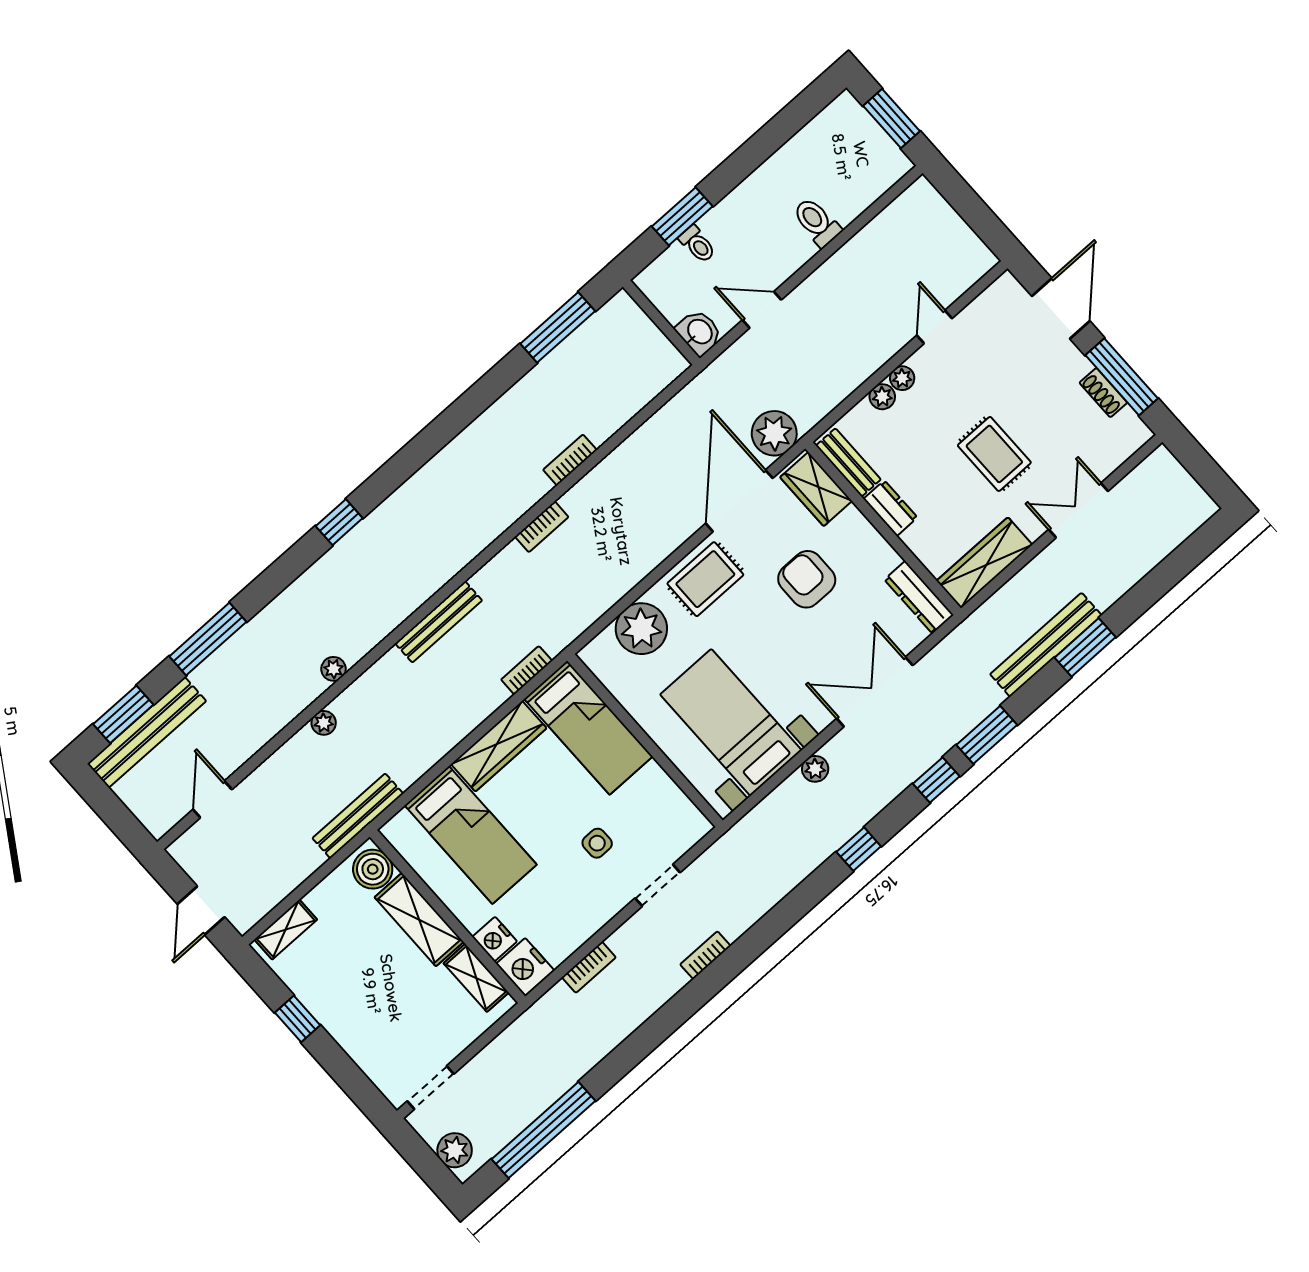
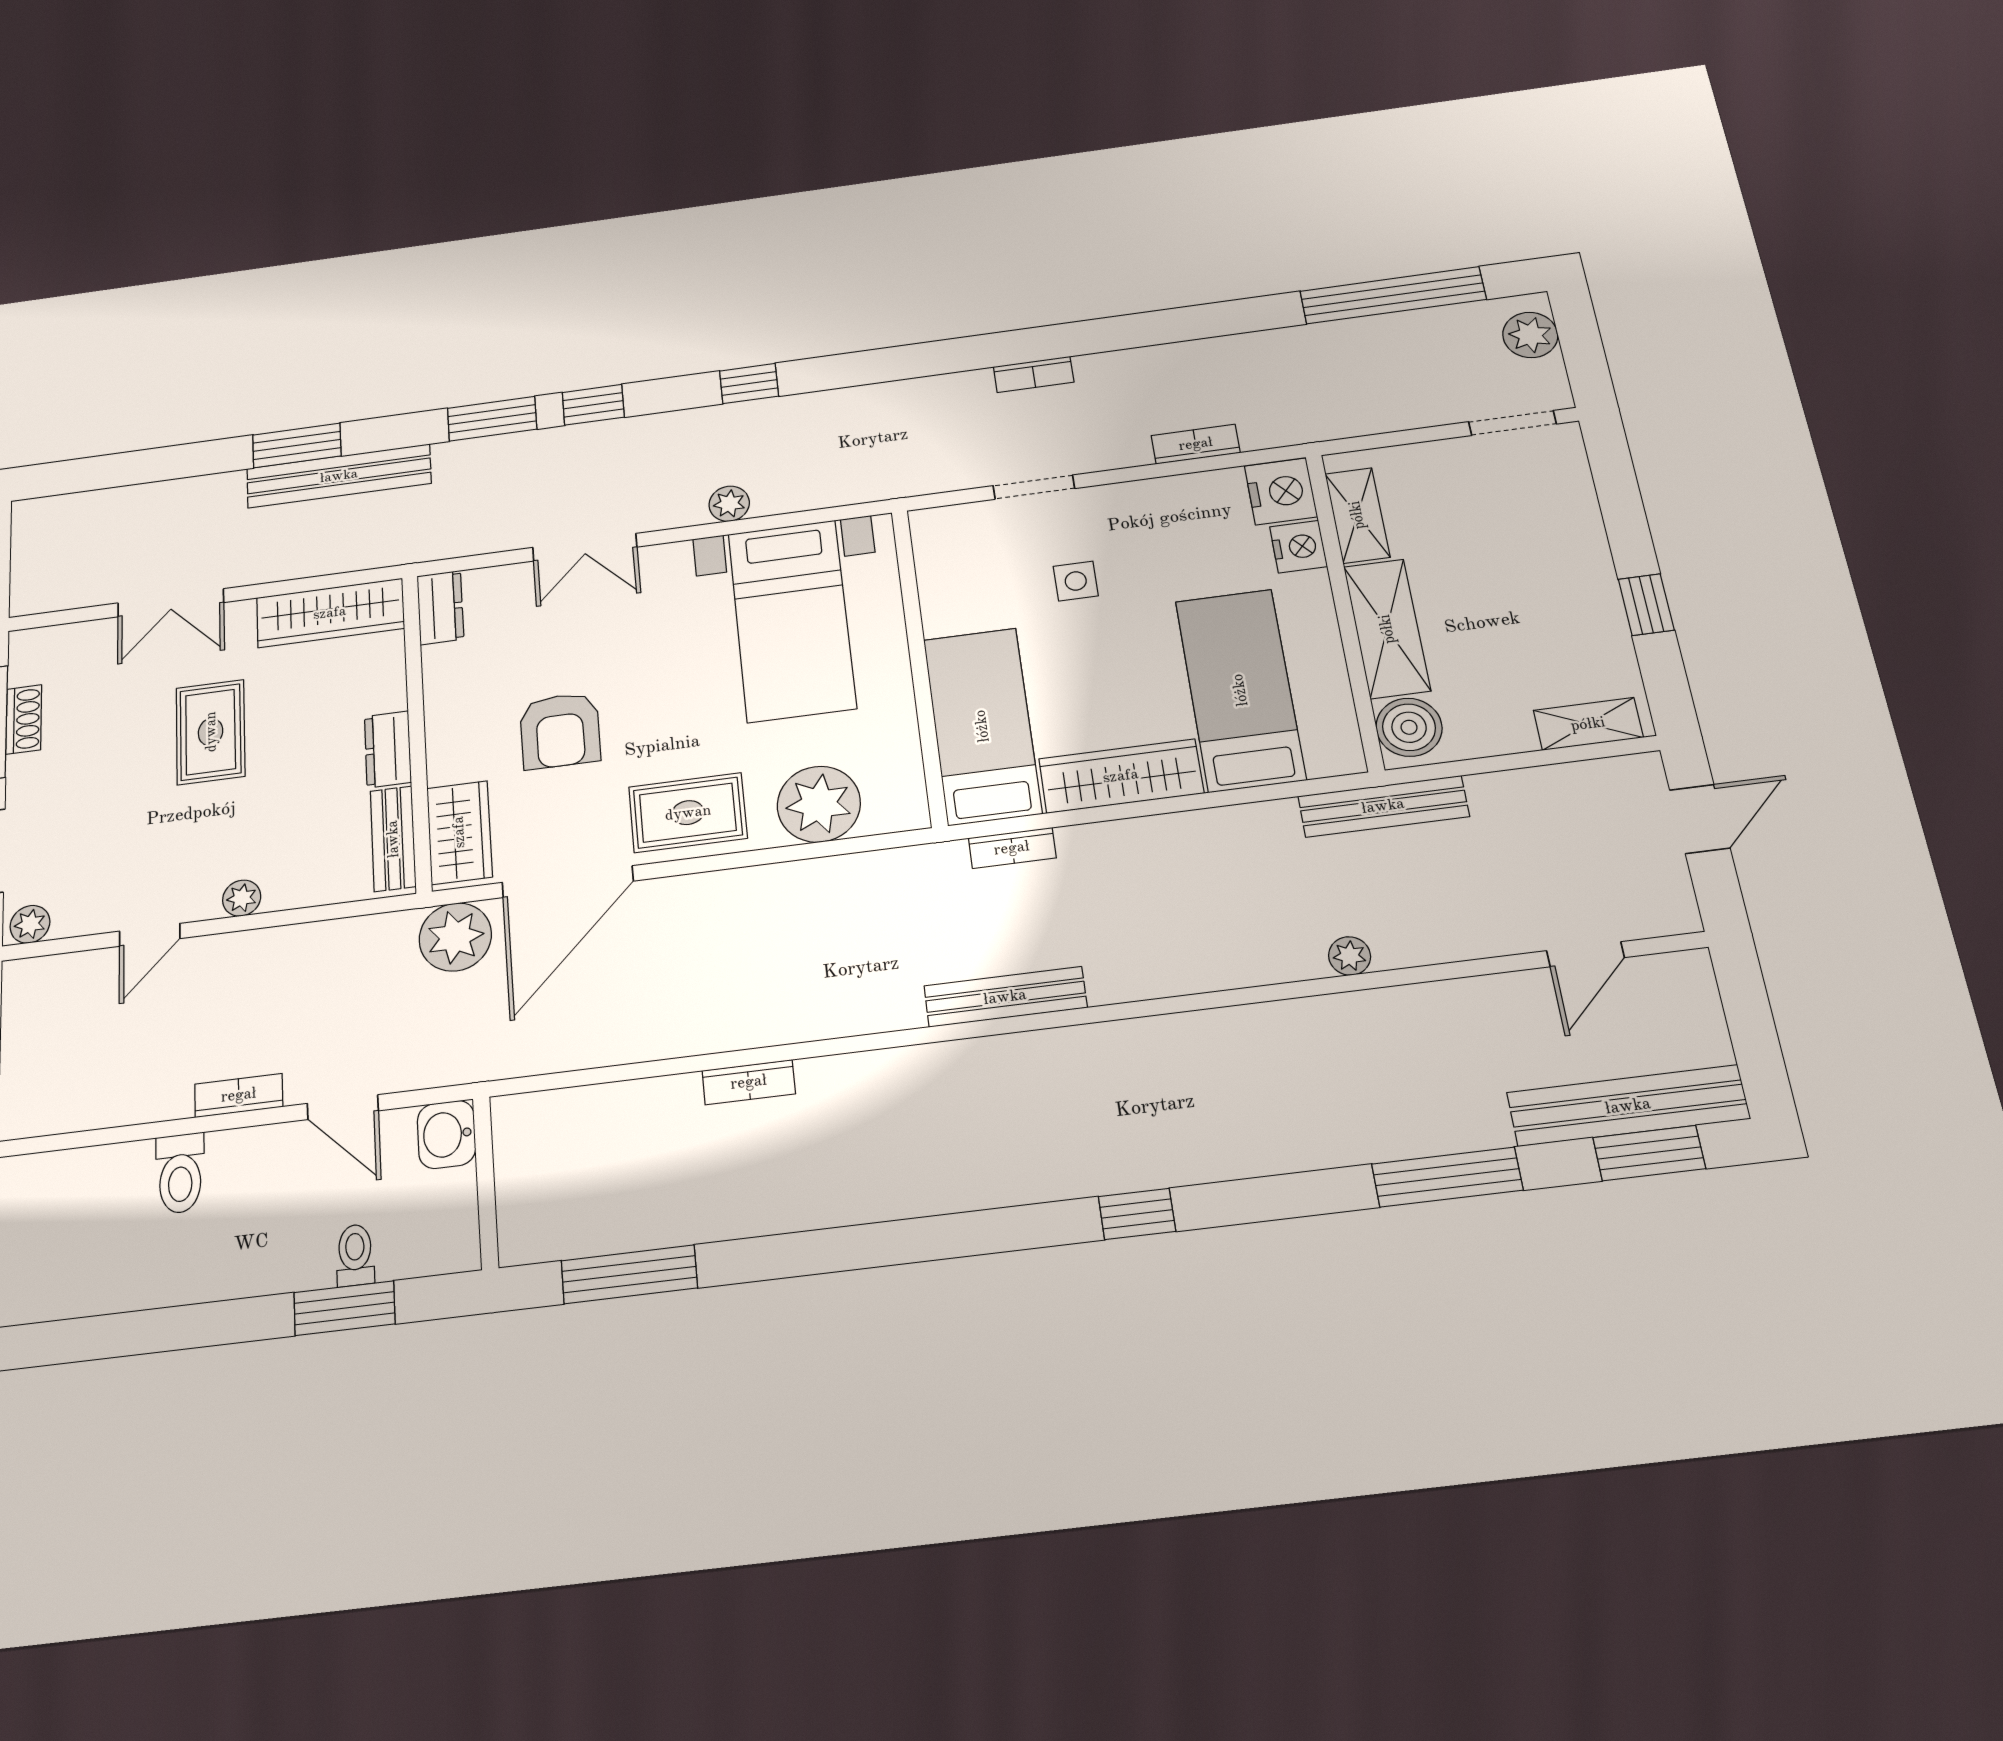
plant: (882, 397) -> (30, 924), moved
bookcase: (542, 527) -> (239, 1095), moved
dresser: (919, 597) -> (440, 608), width x0.70
bench: (439, 622) -> (1005, 997), moved
plant: (334, 669) -> (1285, 1019), removed
double door: (875, 692) -> (585, 547), width x0.73

